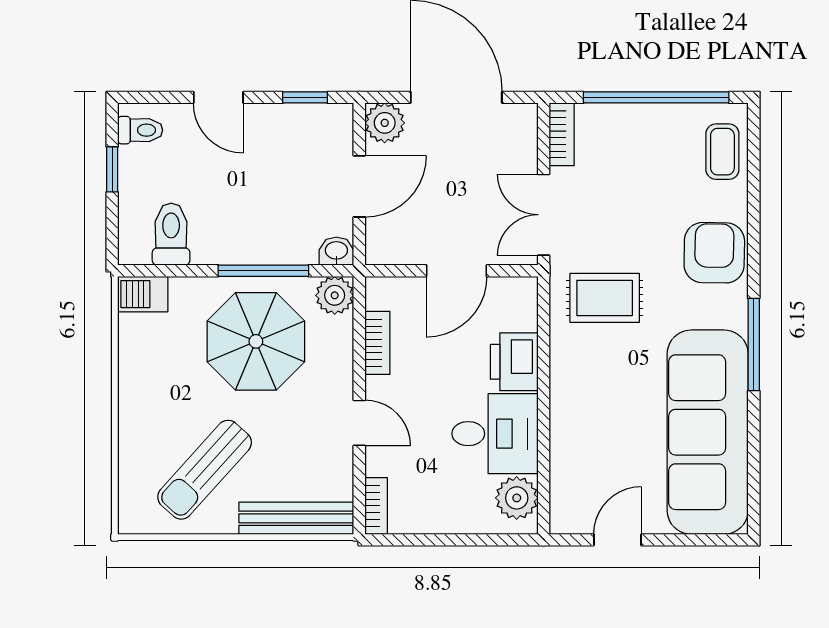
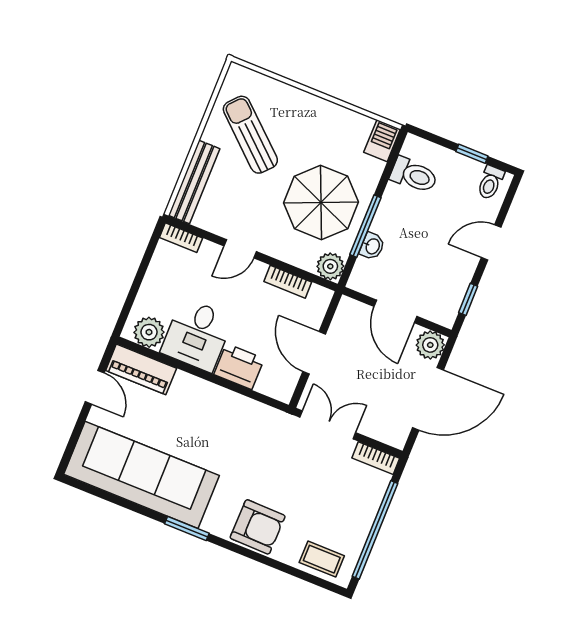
washbasin: (336, 251) -> (372, 246), moved
rug: (605, 298) -> (257, 443), removed
window: (754, 344) -> (187, 528), width x0.69
piano: (570, 489) -> (141, 369), added

